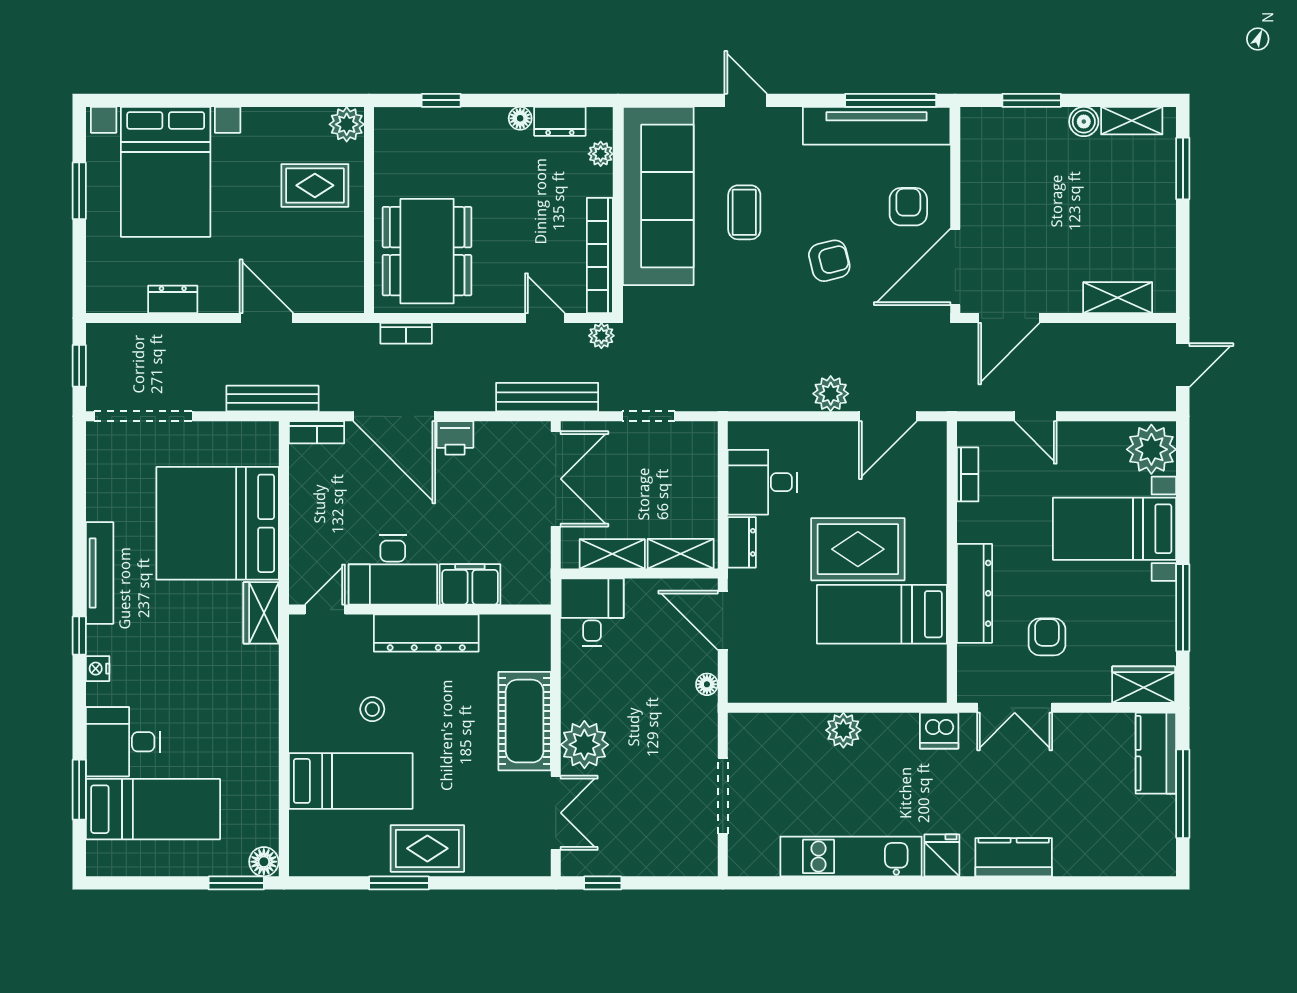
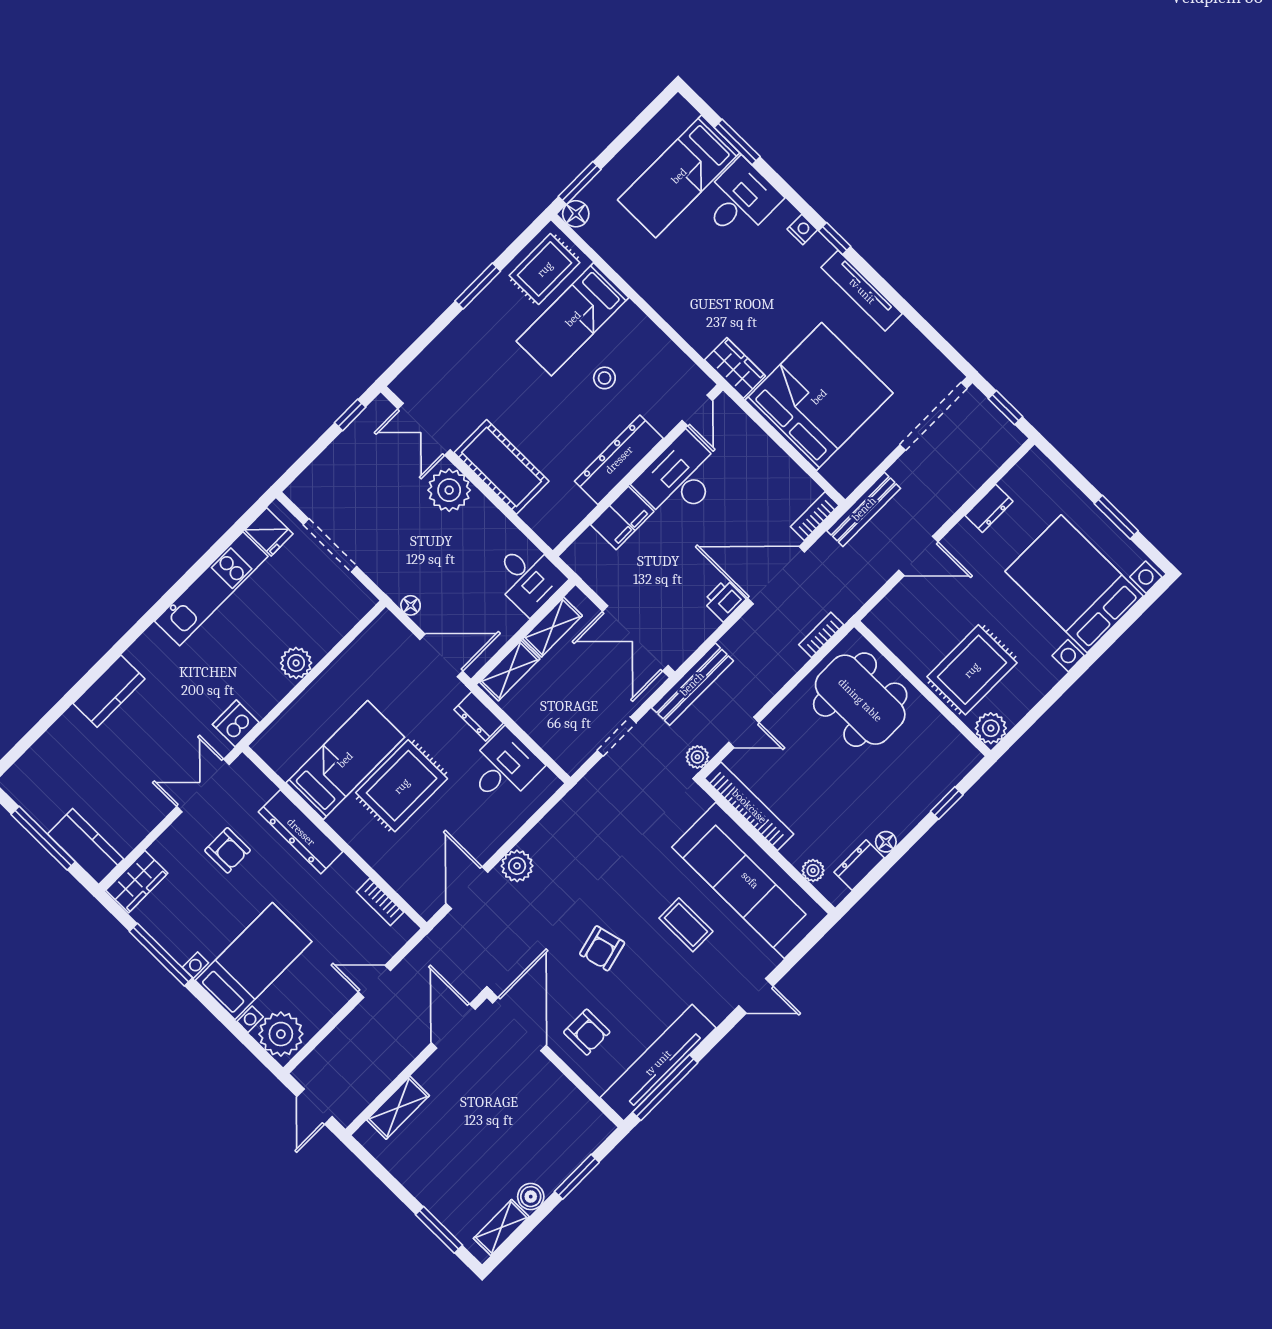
rug: (315, 185) -> (972, 670), width x1.36, depth x1.43
rug: (427, 848) -> (545, 269), moved
fridge: (942, 855) -> (269, 532), moved

